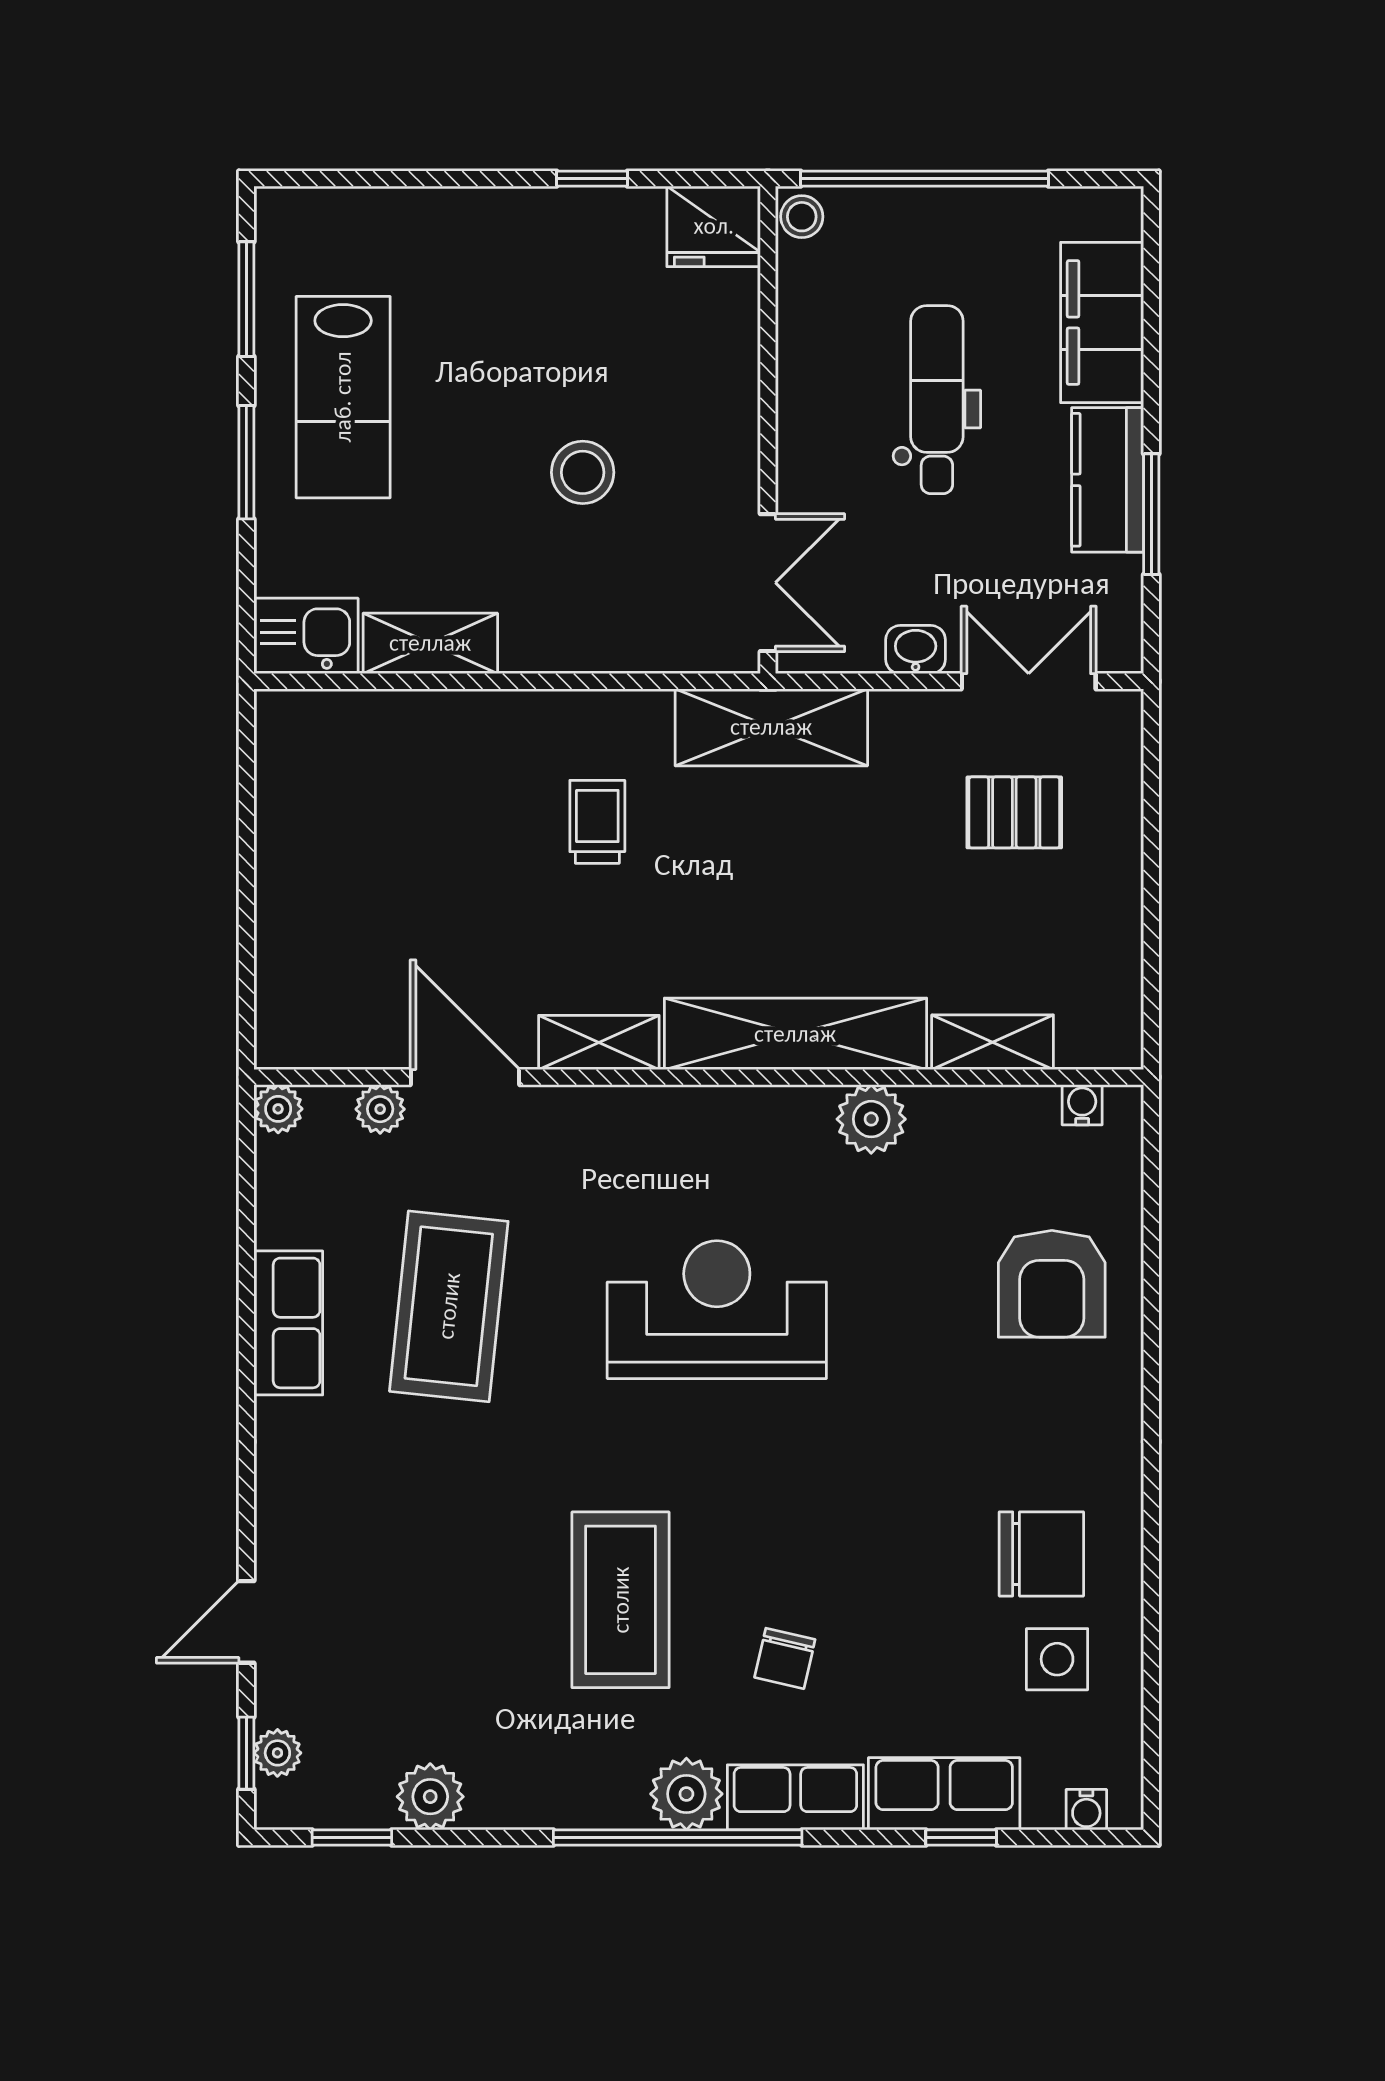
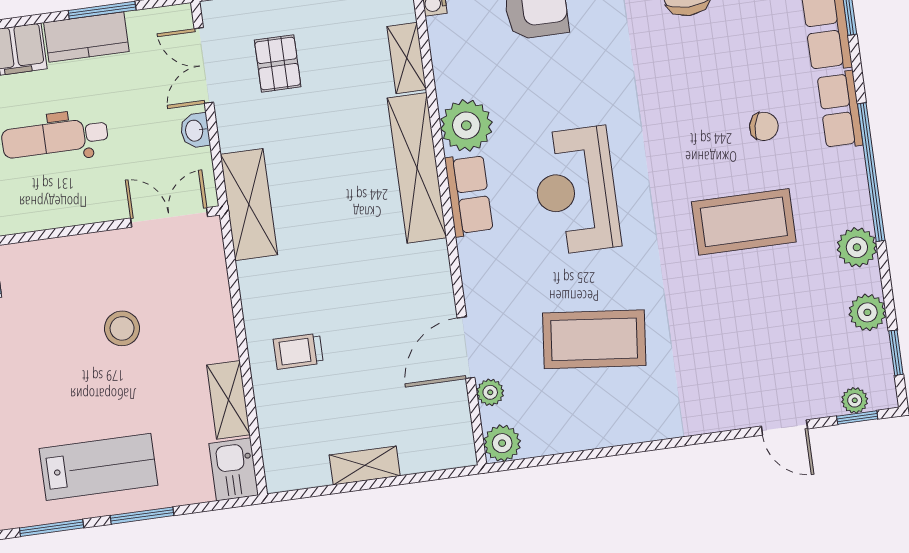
trolley: (597, 822) -> (298, 351), moved
shelving: (599, 1042) -> (365, 465), moved, turned 90
plant: (278, 1109) -> (502, 443), width x1.38, depth x1.38
plant: (871, 1119) -> (466, 125), width x1.36, depth x1.36
row of seats: (288, 1323) -> (469, 195), moved, turned 90
plant: (686, 1794) -> (857, 247), moved

